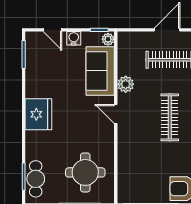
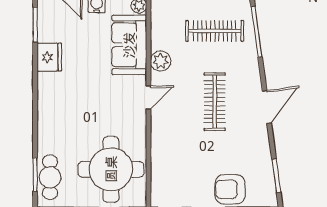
fridge: (38, 114) -> (49, 57), moved, width x0.73, depth x0.75
door: (116, 114) -> (148, 98), swing flipped
round table: (85, 172) -> (111, 169), width x1.36, depth x1.36

